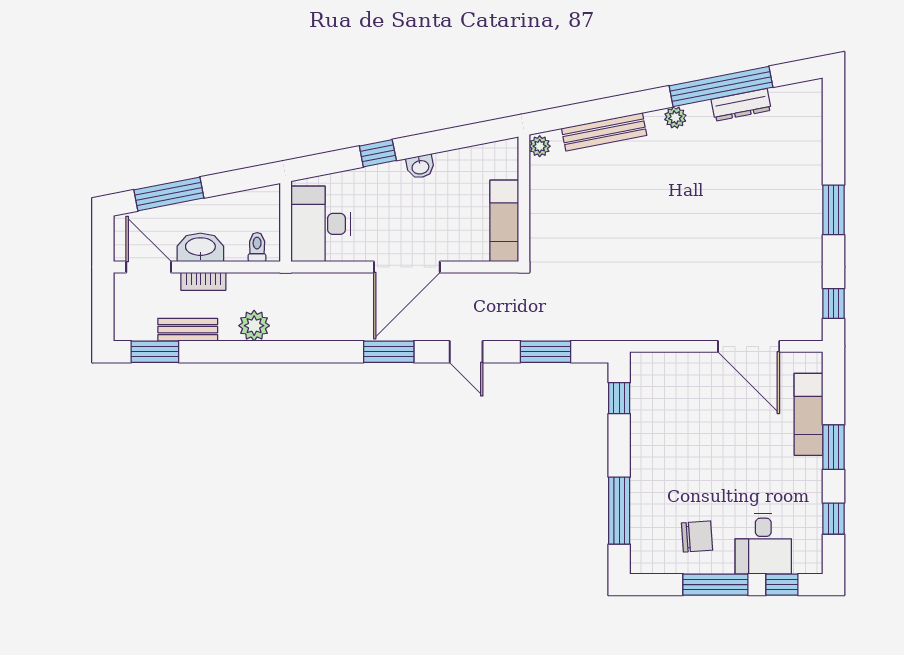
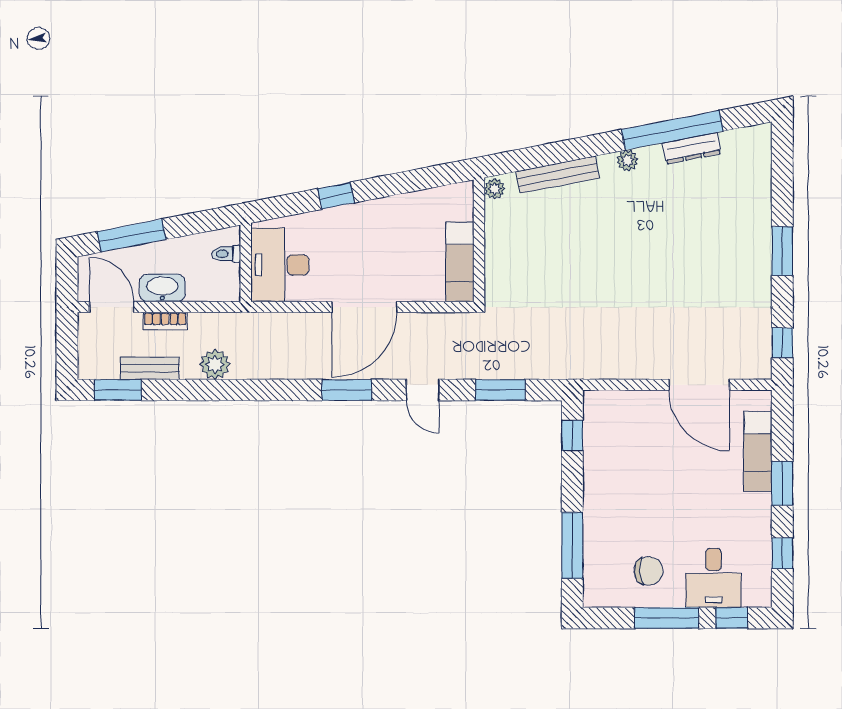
washbasin: (420, 167) -> (378, 209), removed
toilet: (257, 247) -> (226, 254), moved, turned -90

